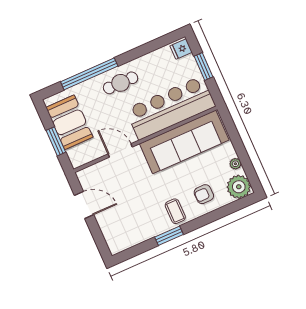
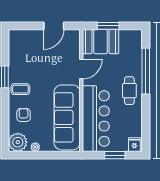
booth: (69, 122) -> (101, 42), moved

